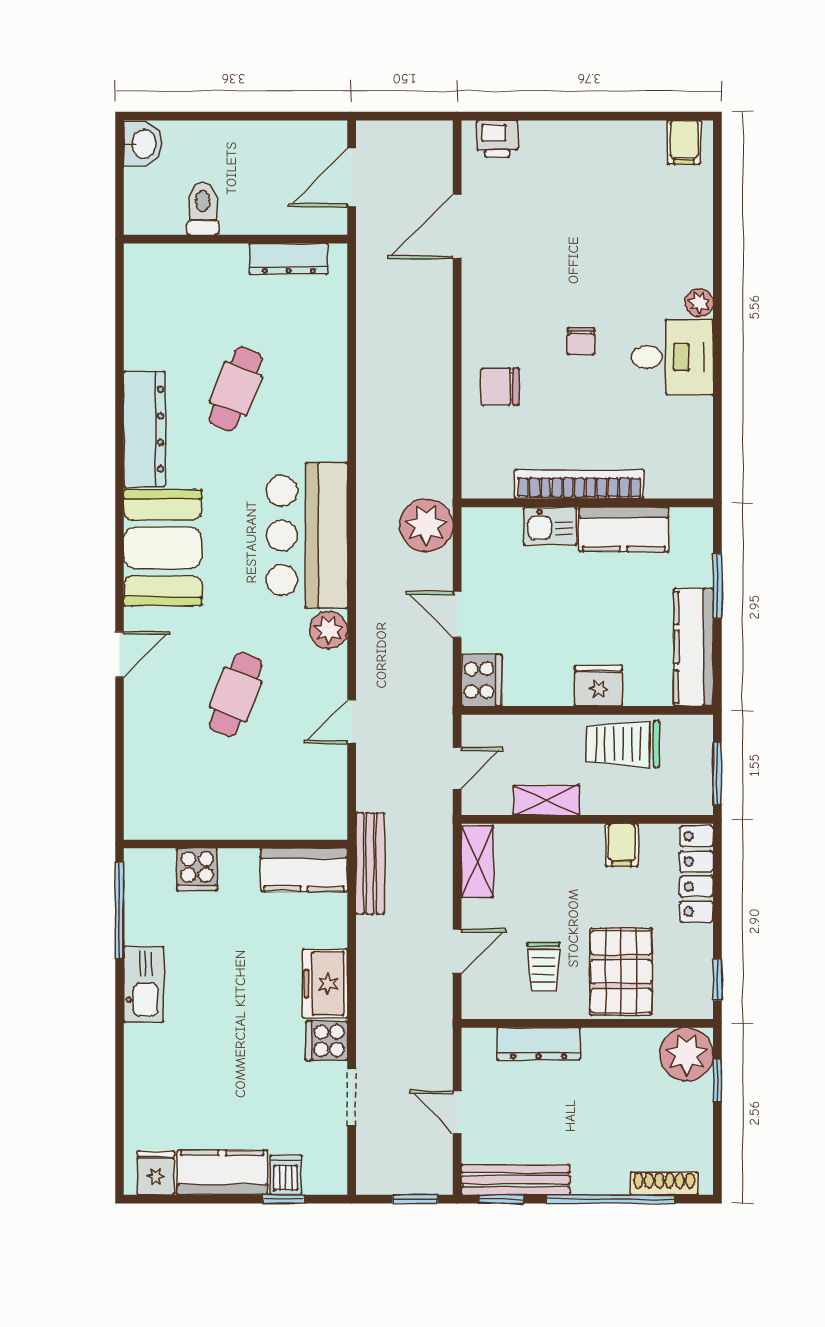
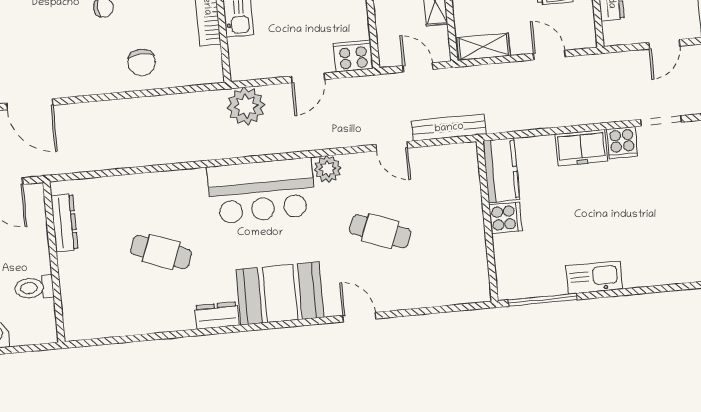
dresser: (144, 429) -> (217, 316), width x0.51, depth x0.80
bench: (370, 863) -> (449, 128), moved
cooker: (197, 869) -> (505, 218), moved

